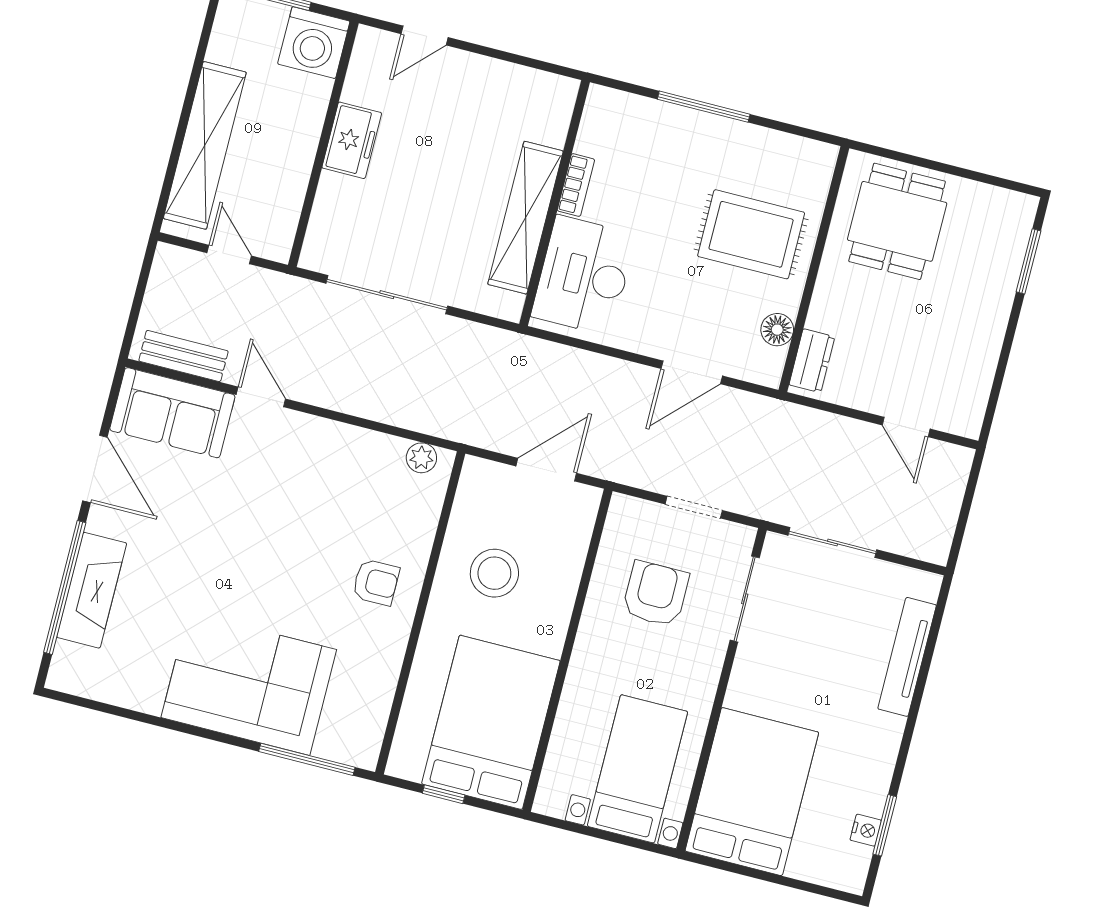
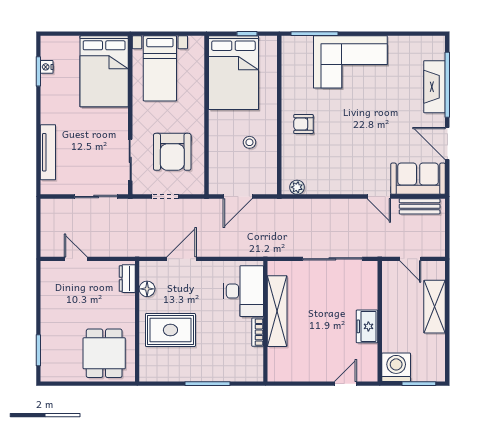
shelving: (205, 145) -> (435, 307), width x0.68
stool: (494, 573) -> (249, 142), width x0.53, depth x0.53
armchair: (656, 594) -> (172, 152), width x1.36, depth x1.36

